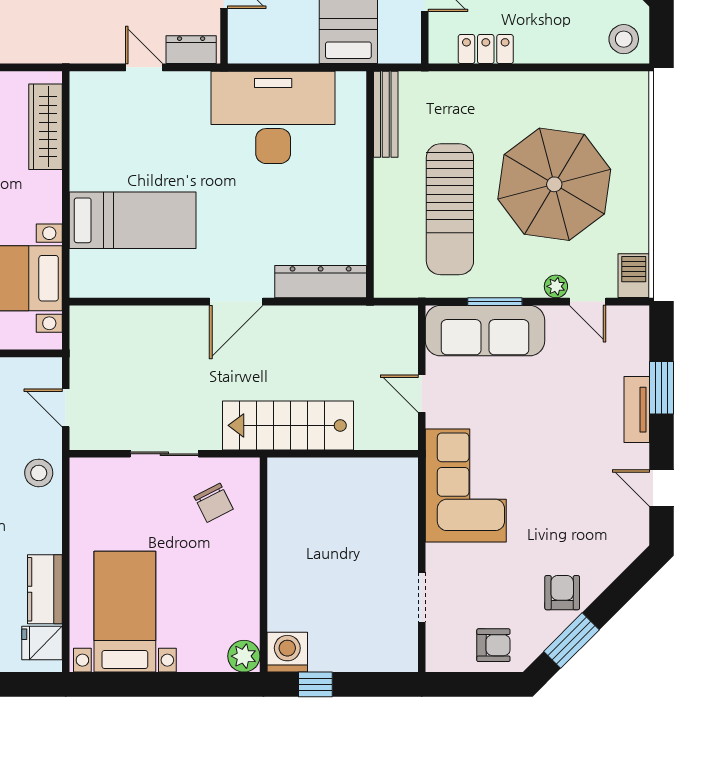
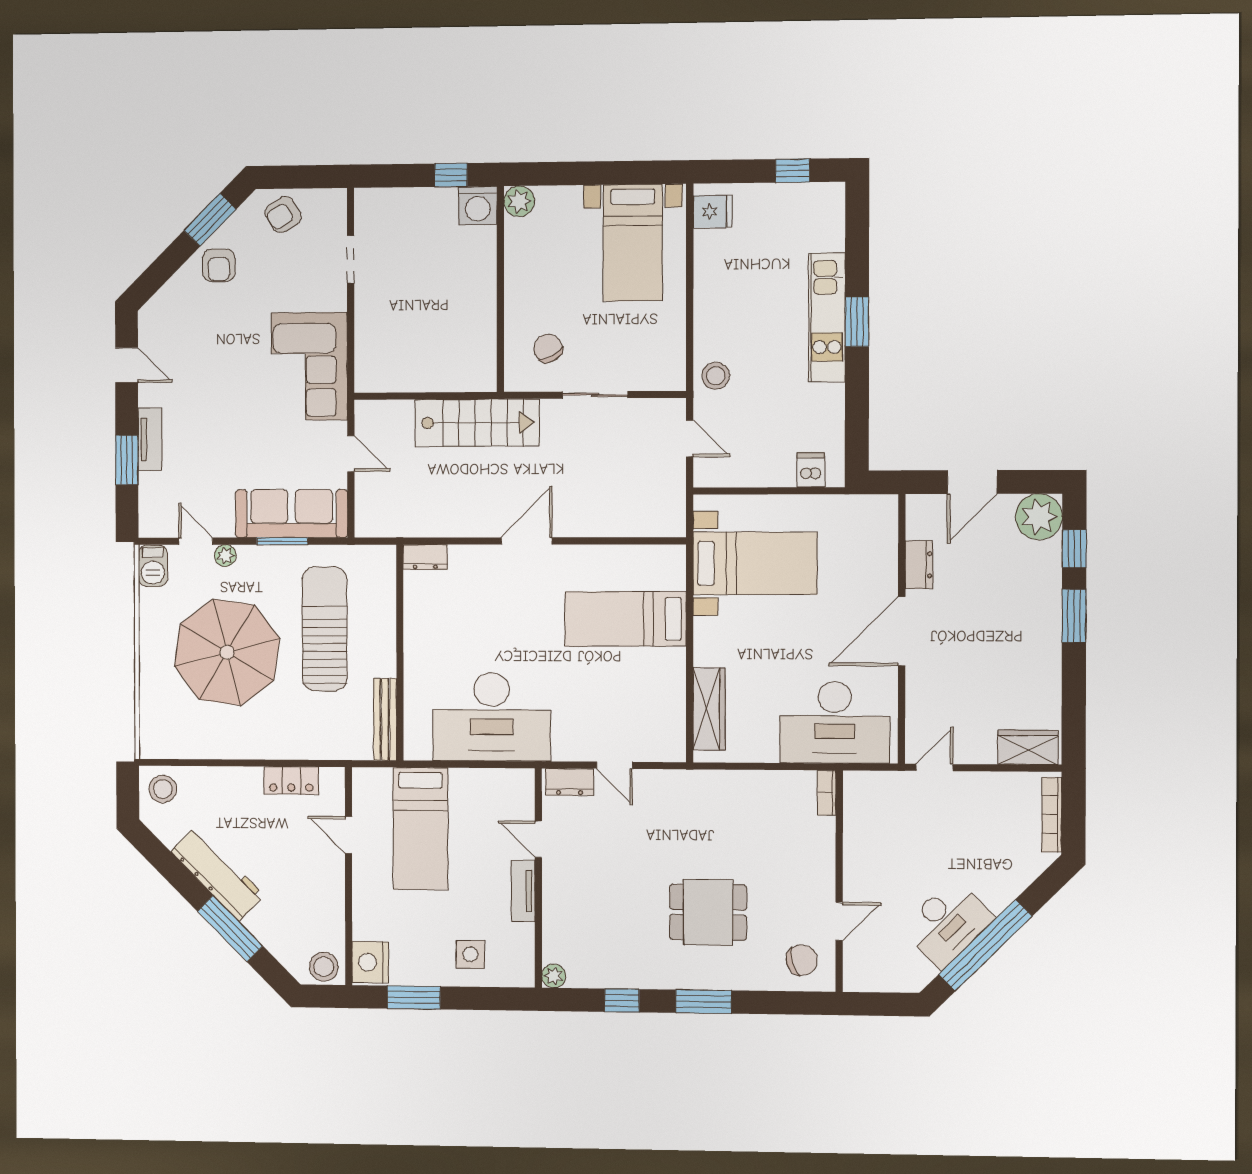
dresser: (321, 282) -> (425, 557), width x0.51, depth x0.80
kitchen counter: (45, 589) -> (710, 264), removed
armchair: (493, 645) -> (283, 215), turned -32

